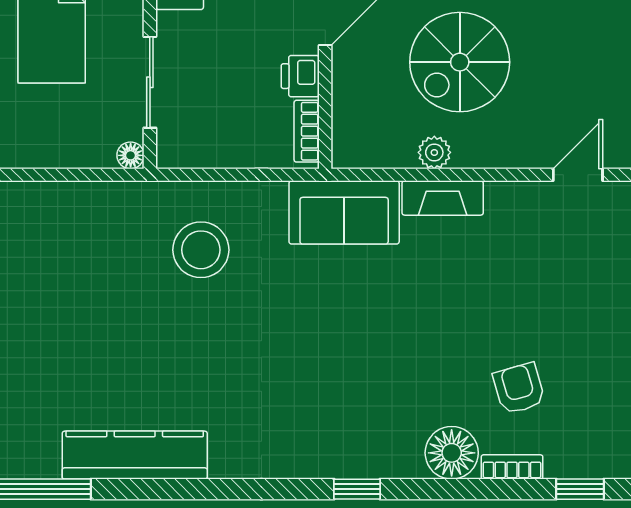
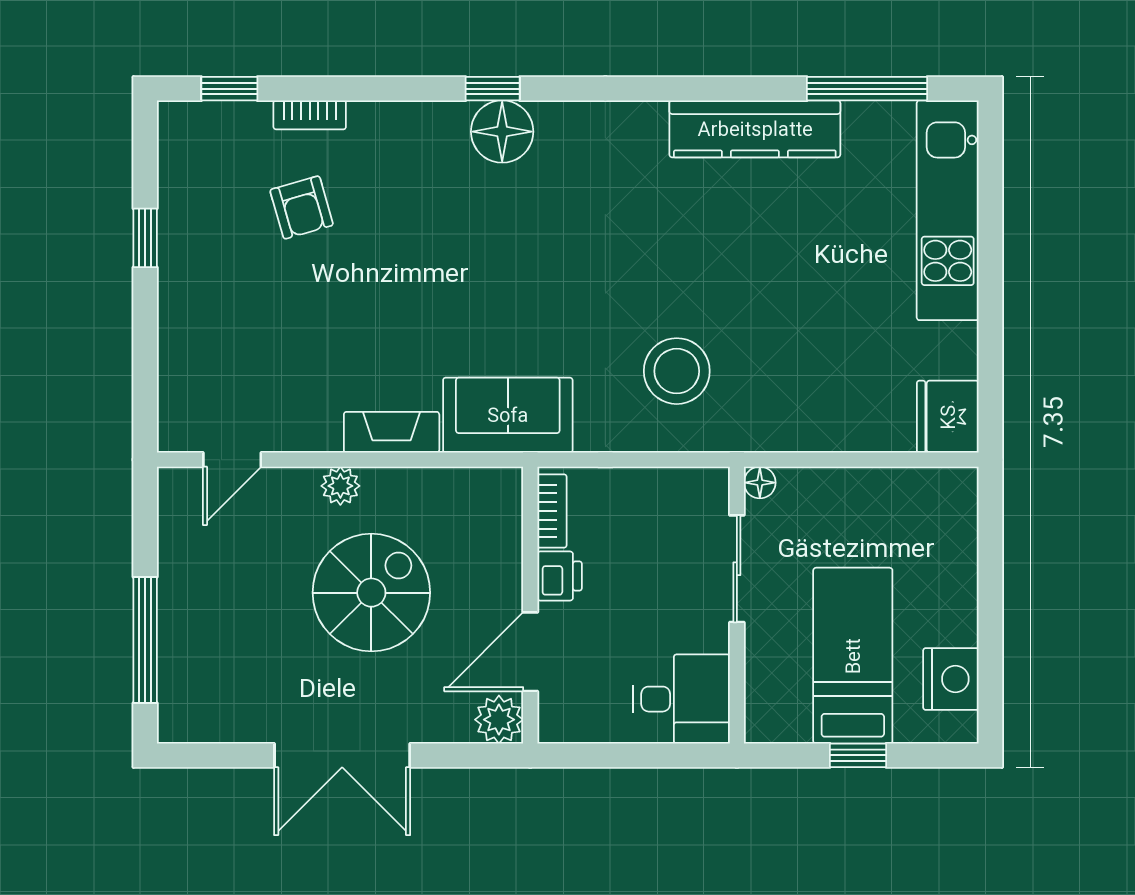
plant: (434, 152) -> (340, 486), moved
floor lamp: (452, 453) -> (502, 132), moved

